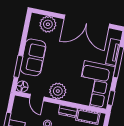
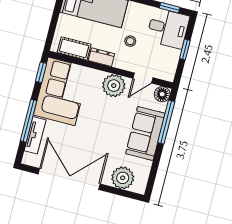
window: (18, 66) -> (166, 122), width x1.44
door: (37, 98) -> (143, 78), swing flipped

